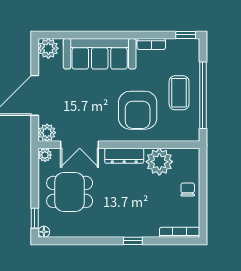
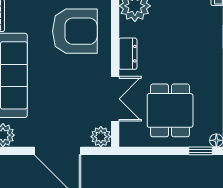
plant: (45, 155) -> (127, 139), removed
dresser: (124, 156) -> (128, 54), width x0.70

